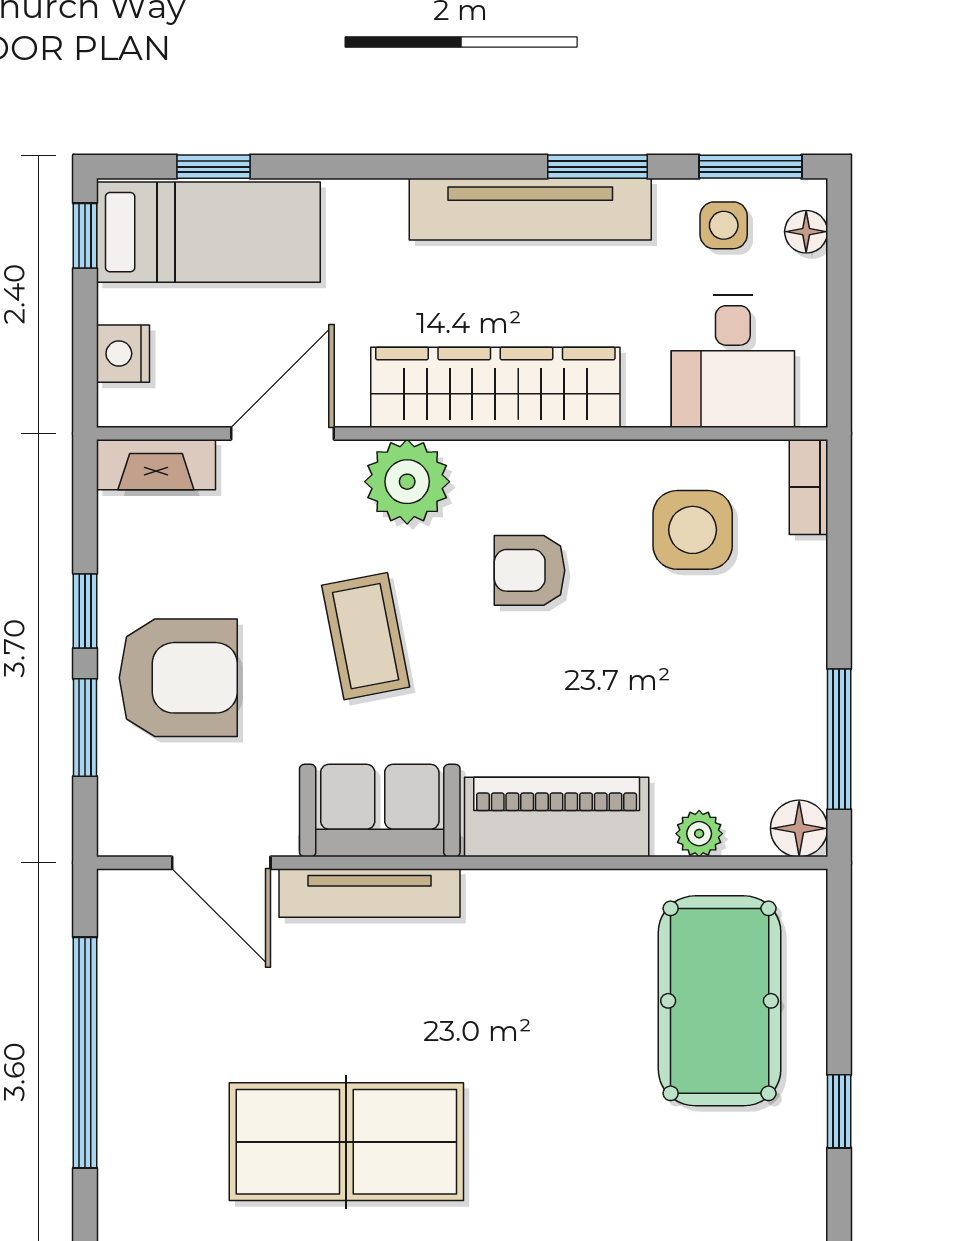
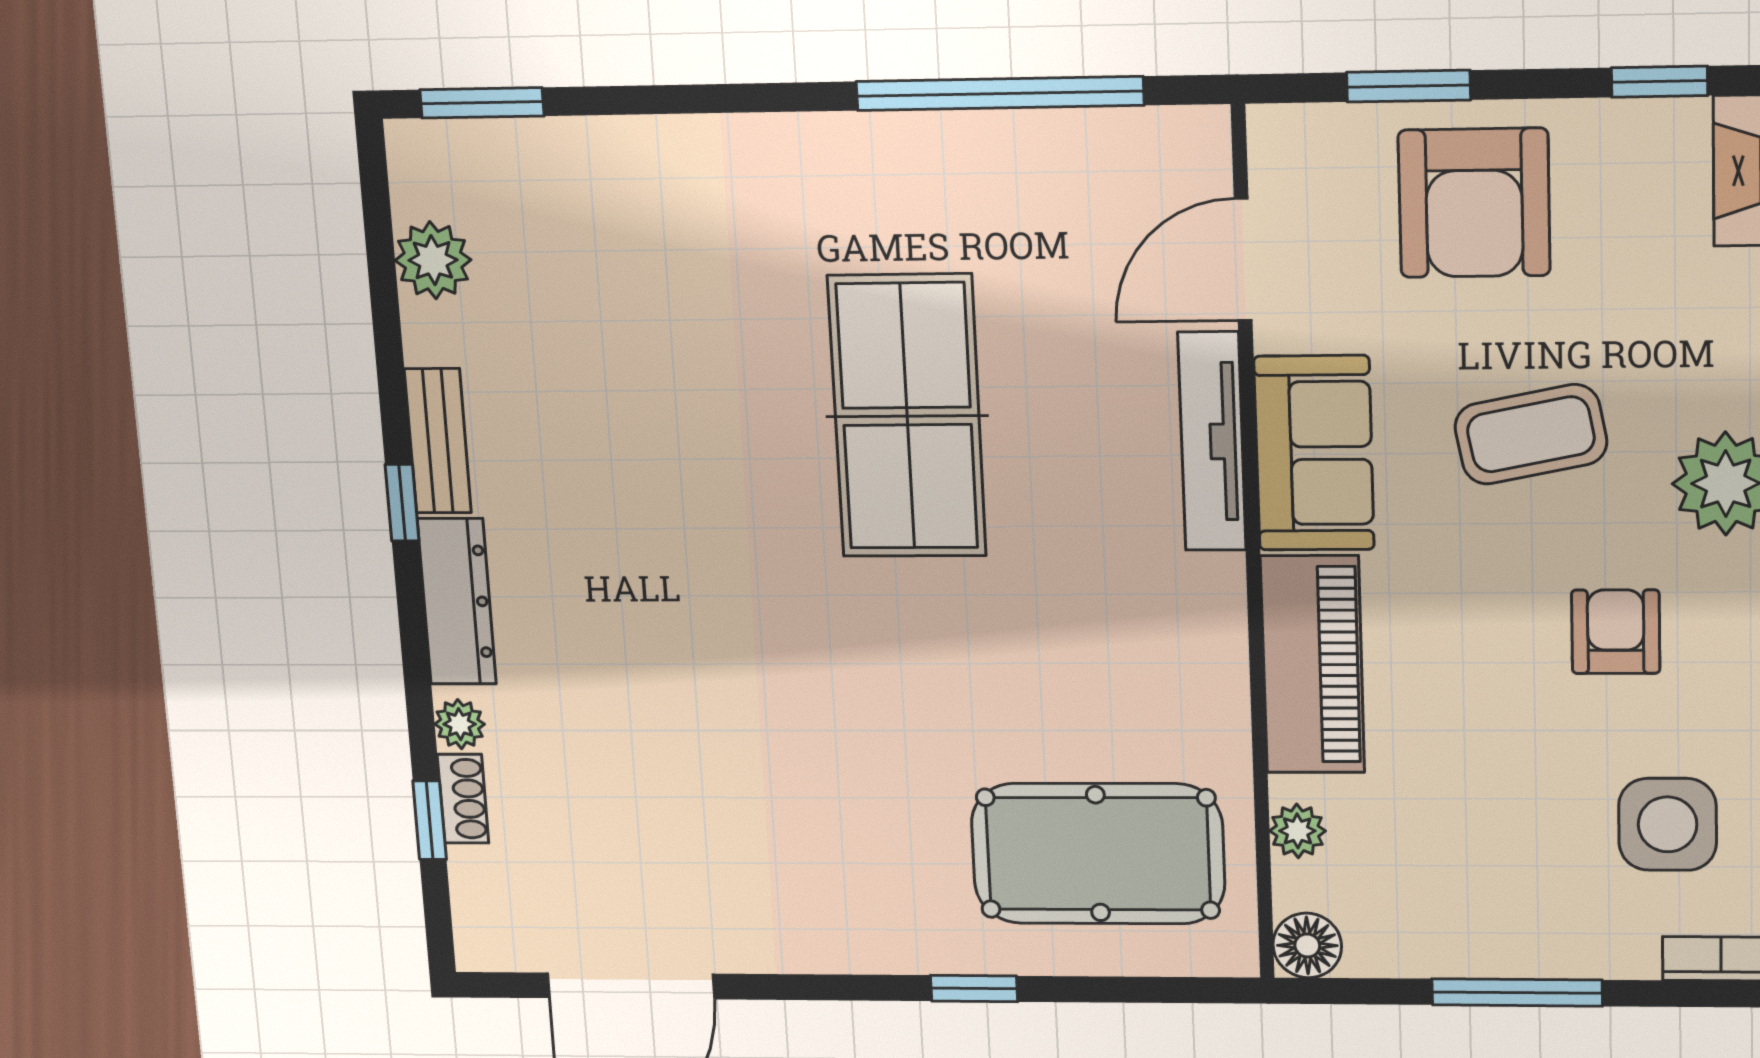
window: (85, 611) -> (1659, 82), moved
window: (839, 739) -> (1517, 992), moved

